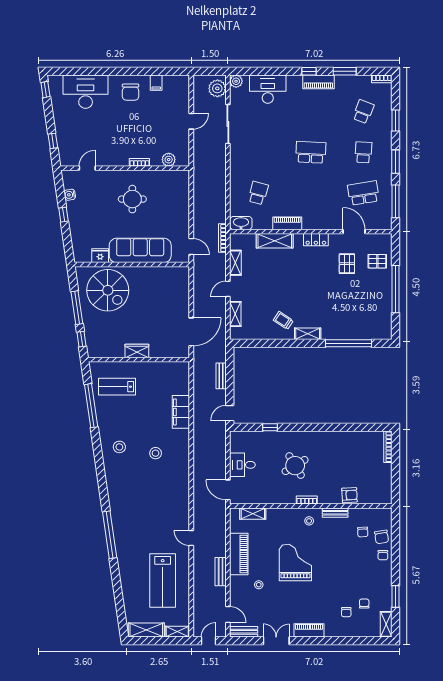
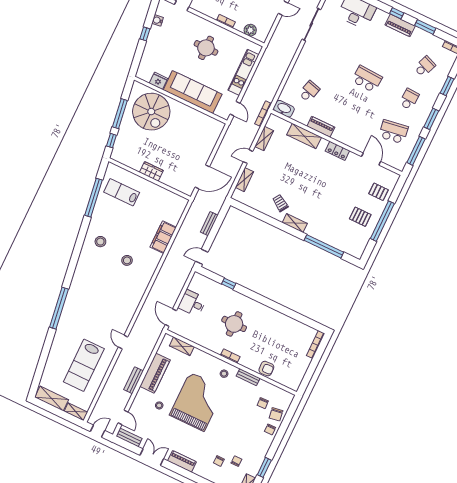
kitchen unit: (182, 206) -> (243, 72), added
pallet: (347, 264) -> (360, 217), moved, turned 90
round table: (295, 466) -> (234, 324), turned 31
grand piano: (295, 563) -> (197, 402), width x1.37, depth x1.48

